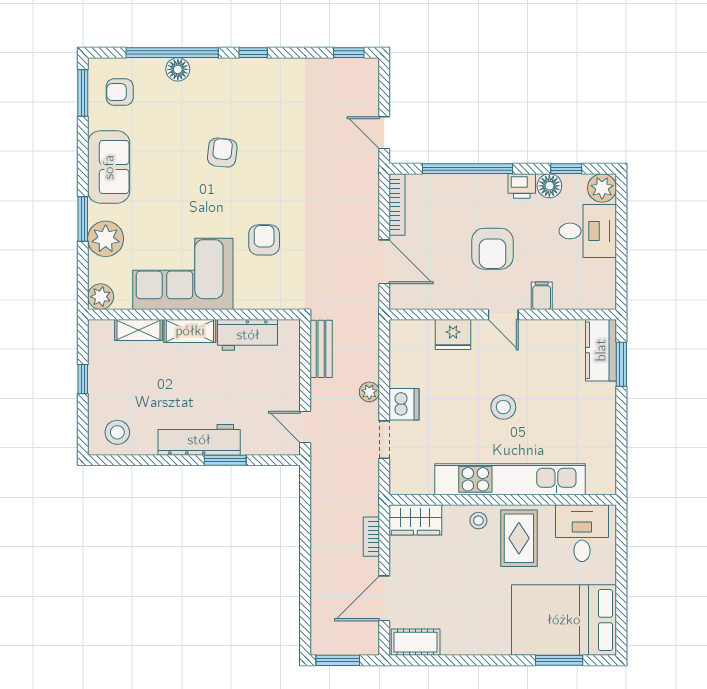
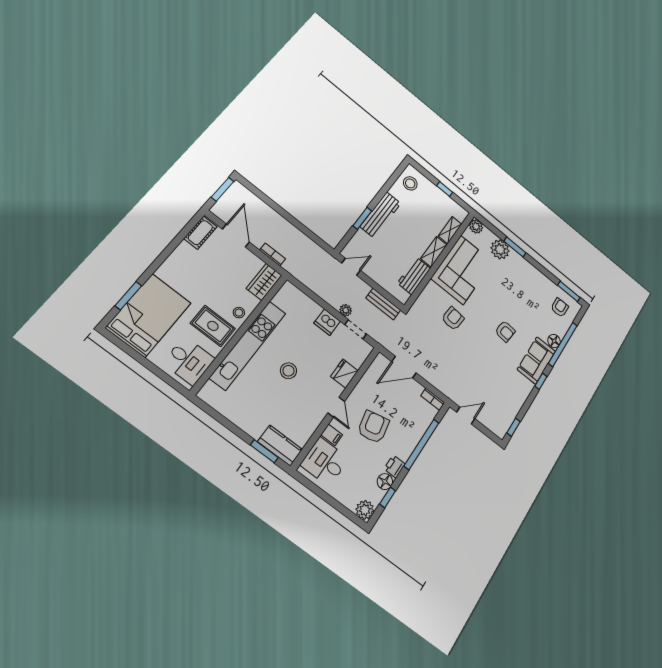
sofa: (109, 167) -> (536, 360), moved, turned 90
bookcase: (397, 205) -> (433, 399), width x0.64
desk: (588, 231) -> (325, 462), moved, turned 90
armchair: (264, 240) -> (453, 319), turned -85
armchair: (492, 249) -> (373, 427), turned 78
door: (503, 314) -> (336, 407), swing flipped
doorway: (384, 440) -> (356, 329), moved

